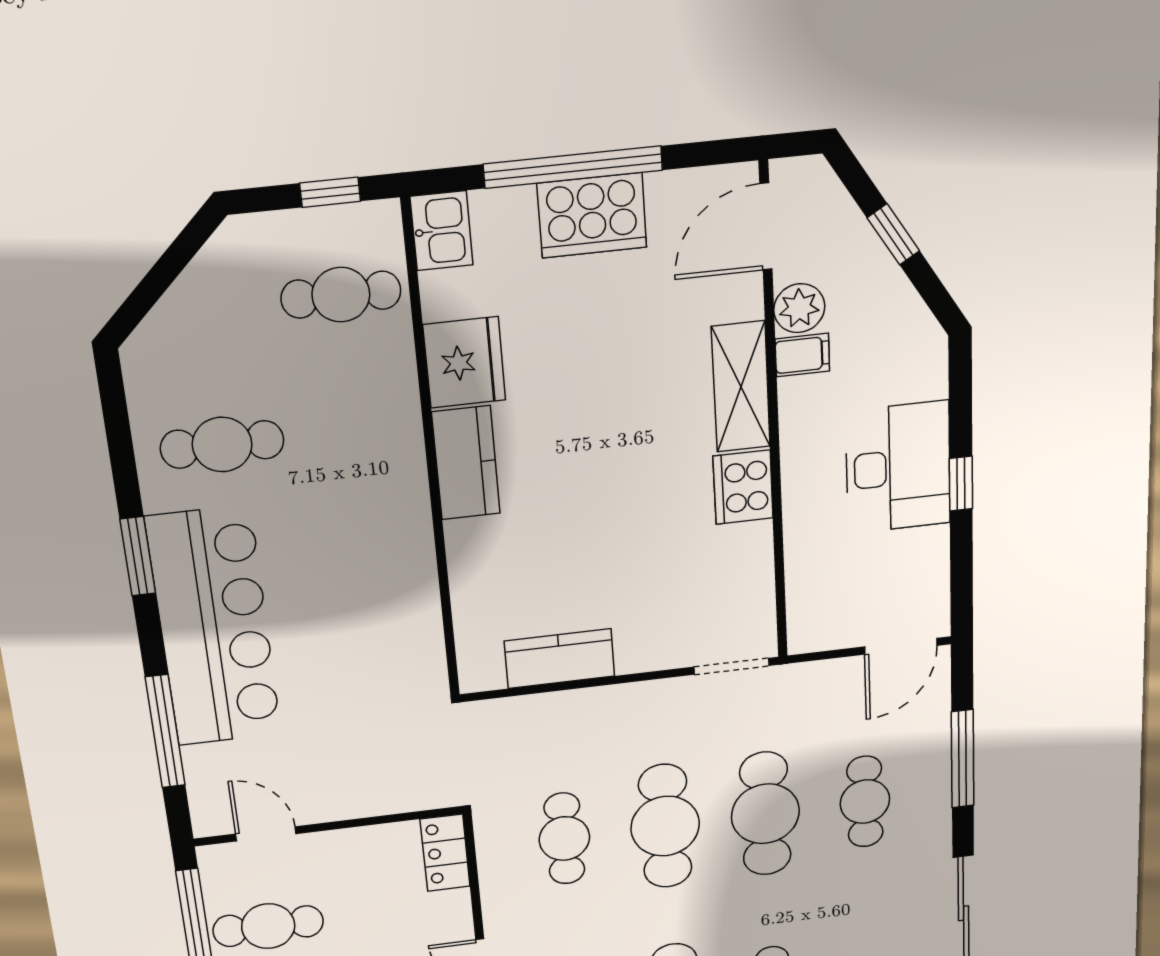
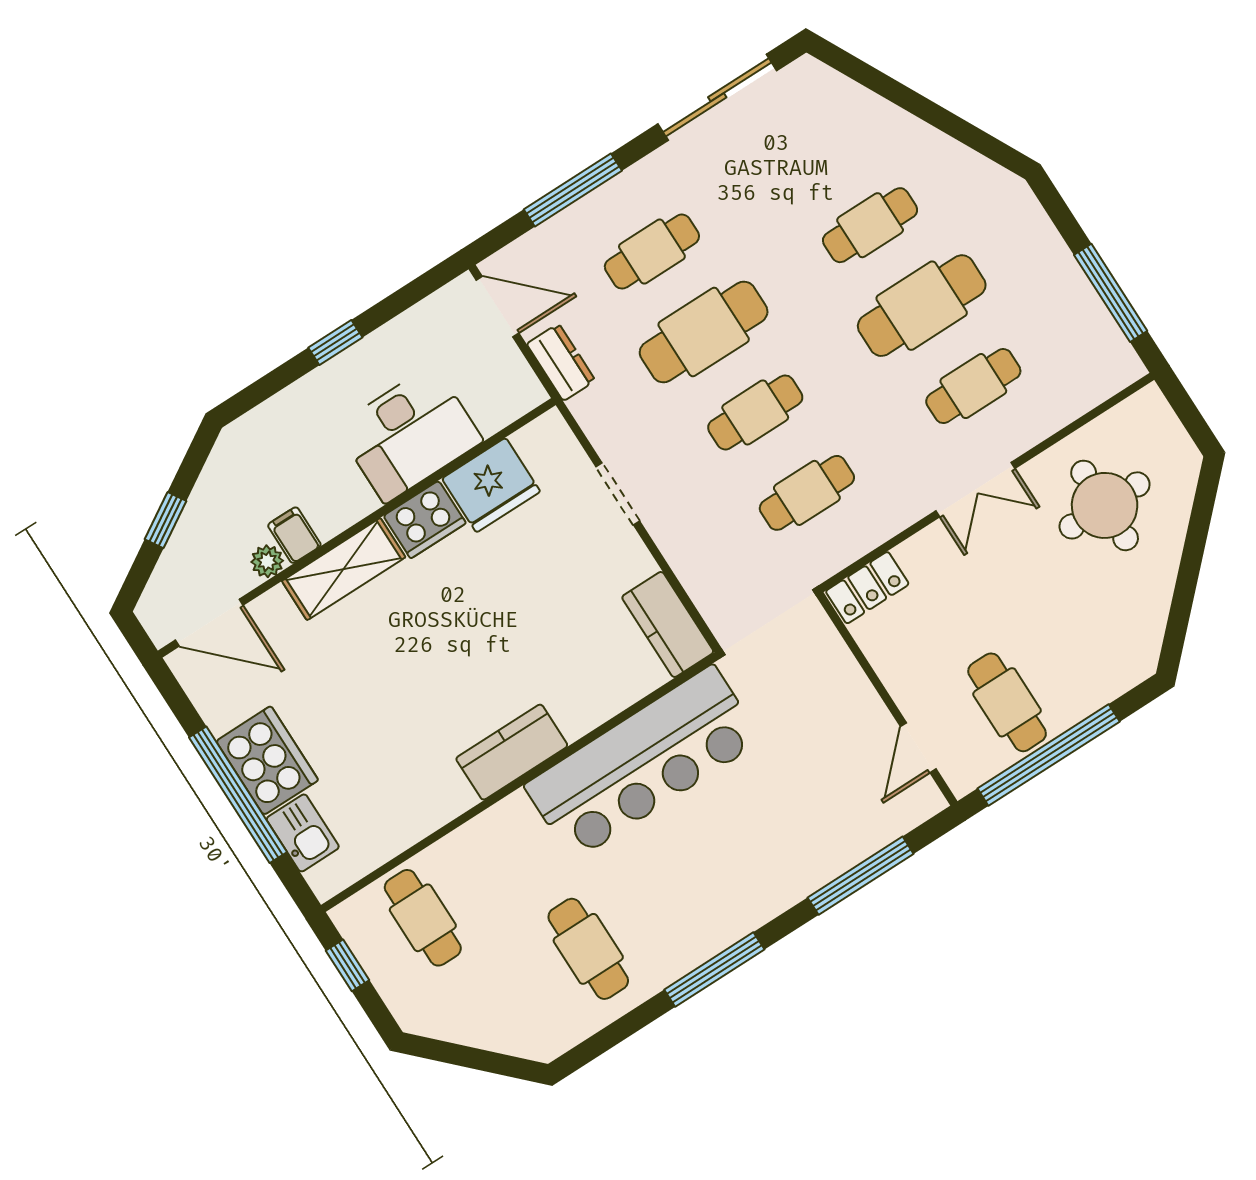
kitchen sink: (442, 231) -> (303, 833), moved, turned 90
plant: (799, 308) -> (267, 561), width x0.73, depth x0.73
fridge: (464, 362) -> (491, 485), moved, turned 180
desk: (898, 467) -> (409, 434), moved, turned 180
window: (138, 556) -> (714, 970), width x1.44
bar counter: (214, 627) -> (643, 763), moved, turned 180
kitchen counter: (560, 659) -> (668, 624), moved
doorway: (732, 666) -> (618, 494), moved
dresser: (815, 679) -> (561, 362), added
cafe table: (665, 826) -> (755, 412), width x0.73, depth x0.74

